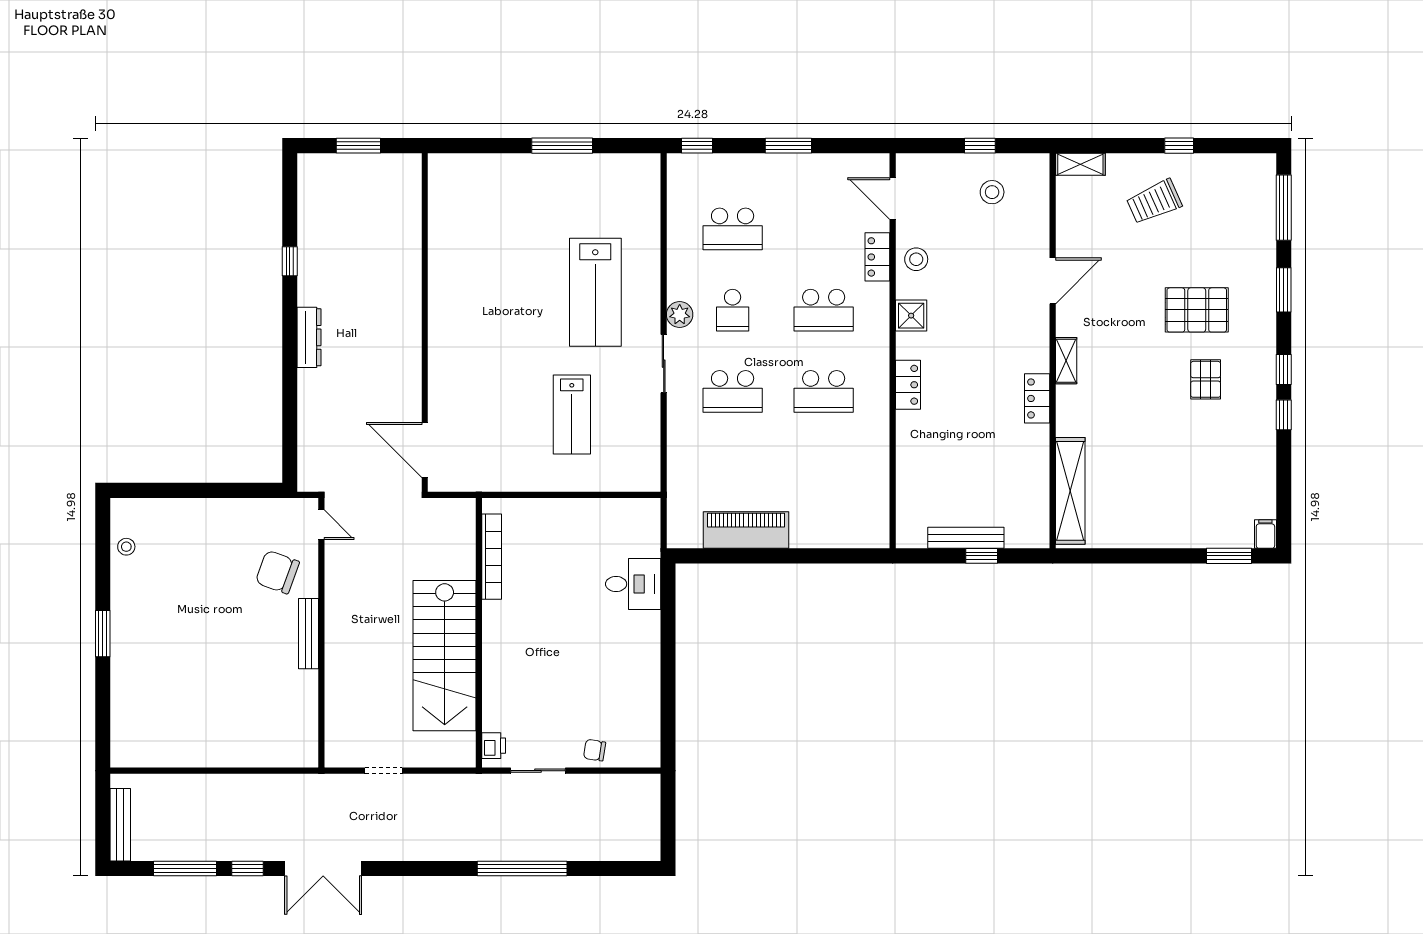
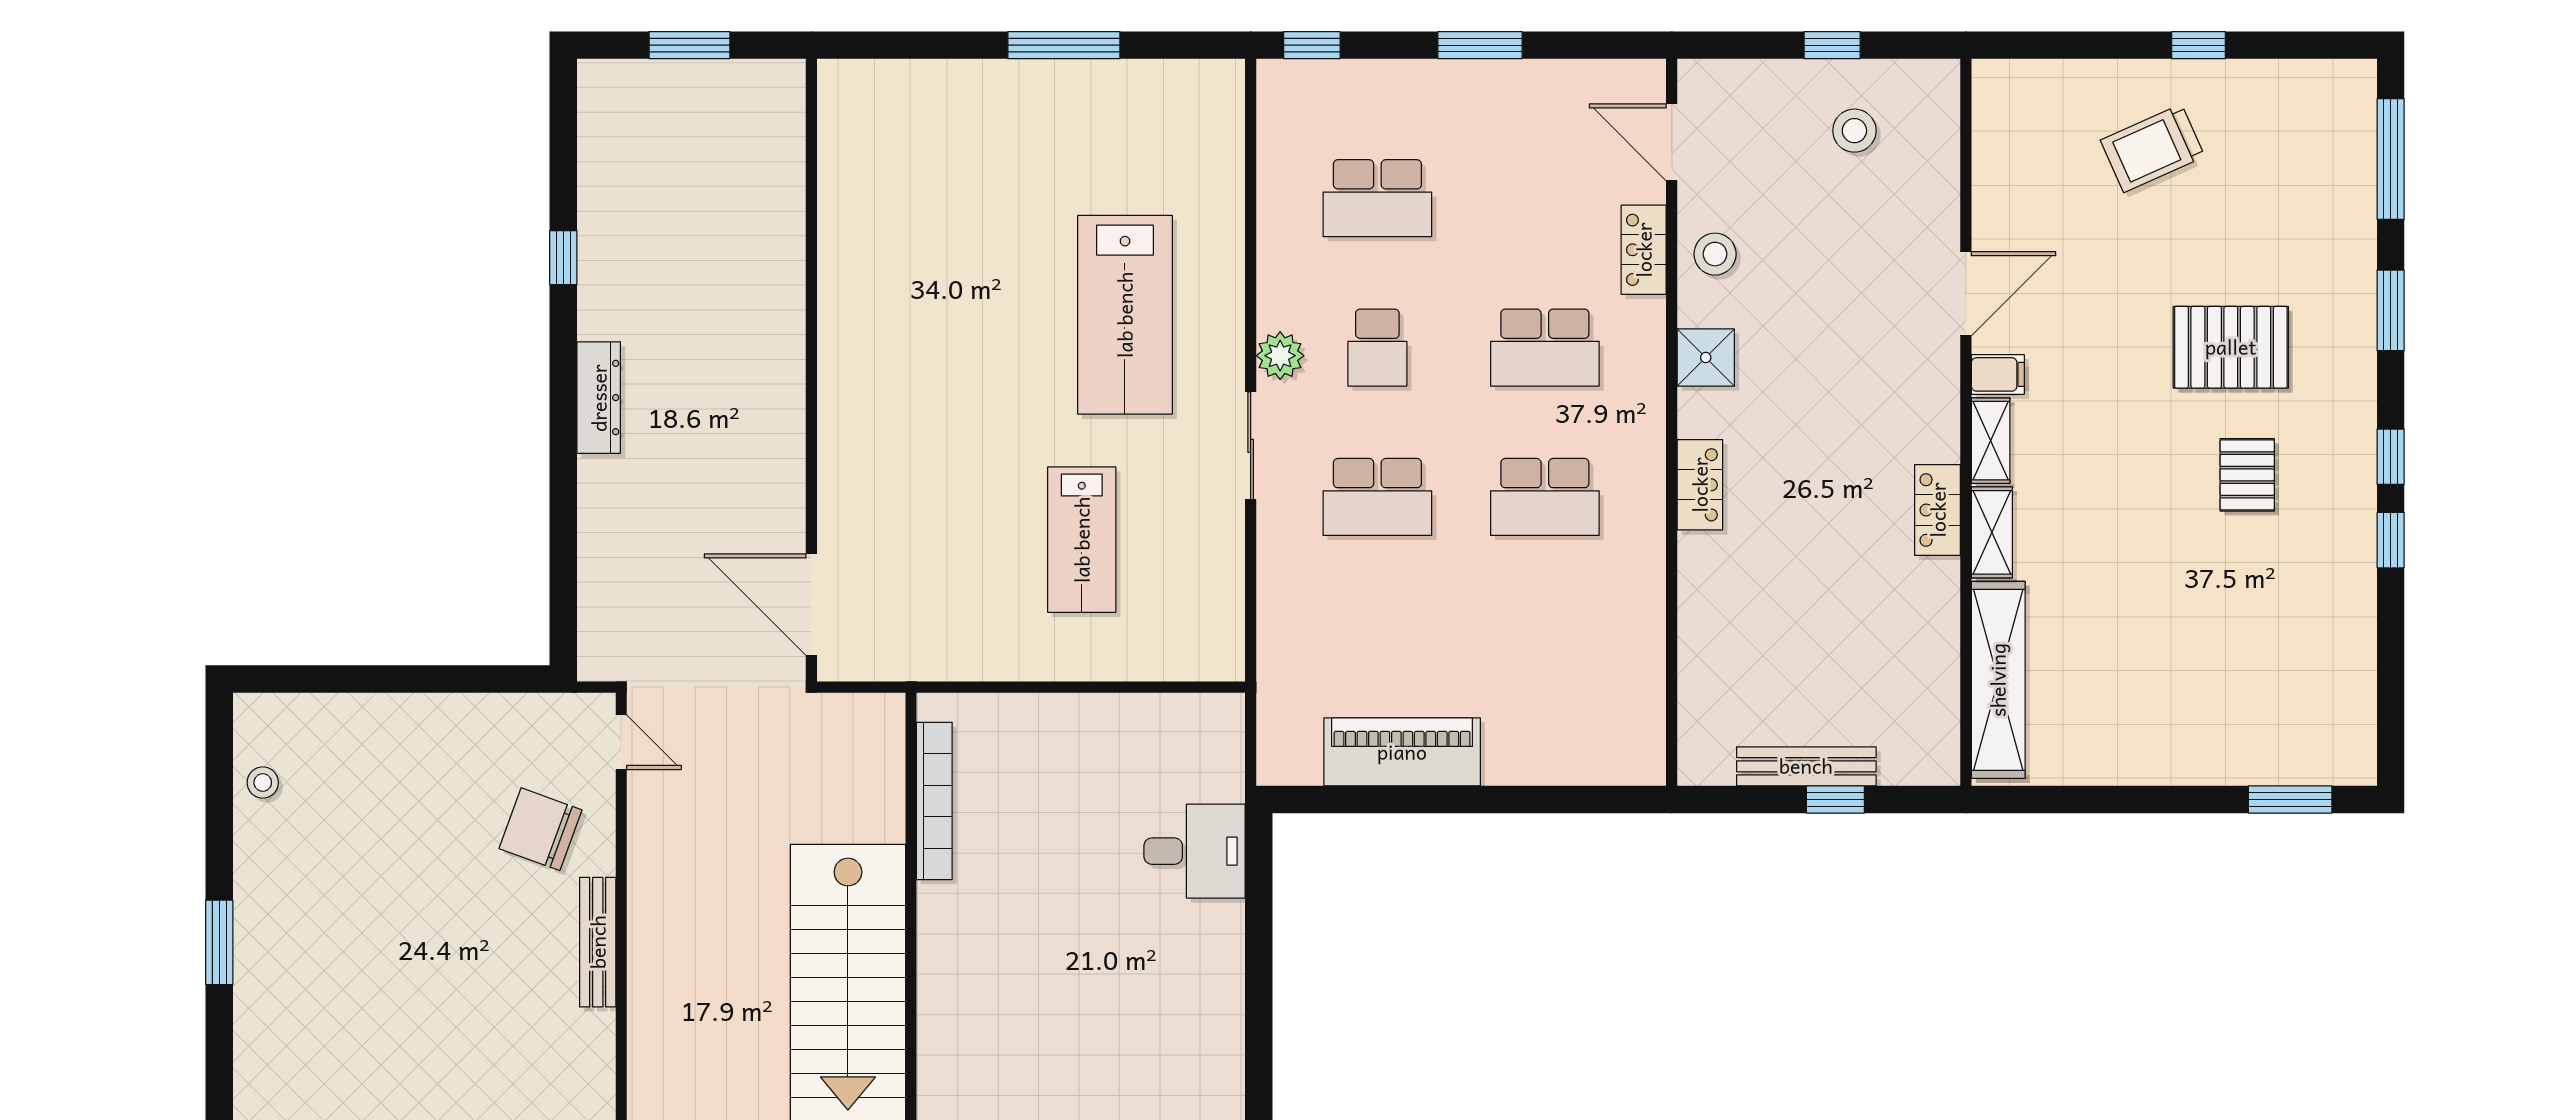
shelving: (1080, 164) -> (1992, 532), moved, turned 90
filing cabinet: (1265, 534) -> (1998, 374), moved, turned 90

